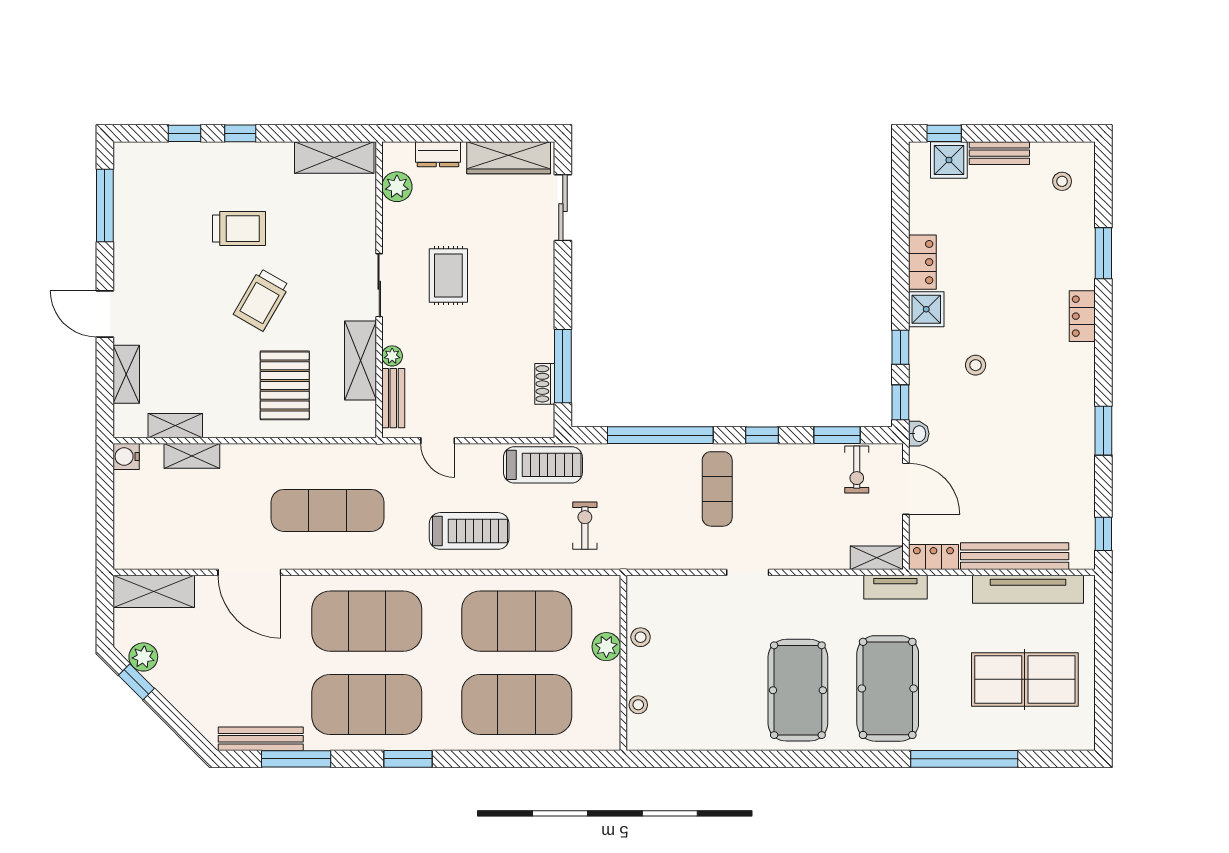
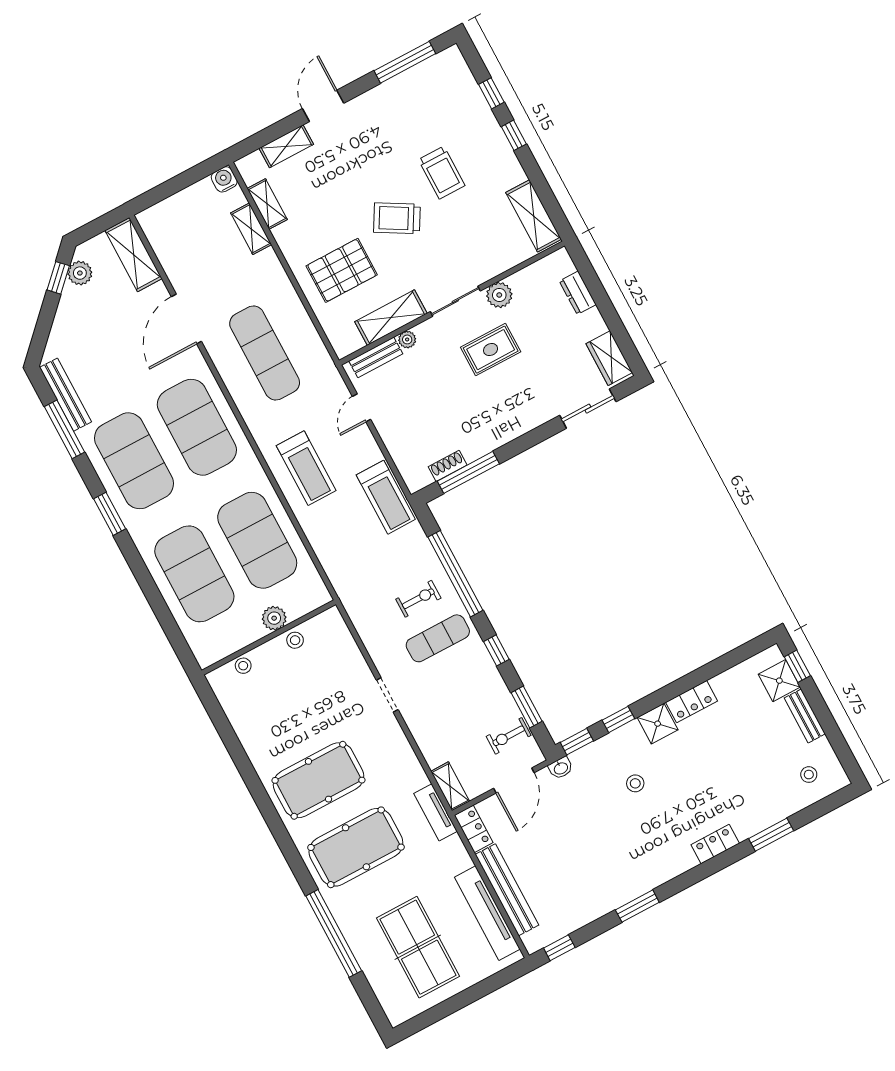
wardrobe: (509, 158) -> (609, 358), width x0.67
plant: (397, 187) -> (499, 295), moved
exercise bike: (585, 526) -> (418, 599), moved

